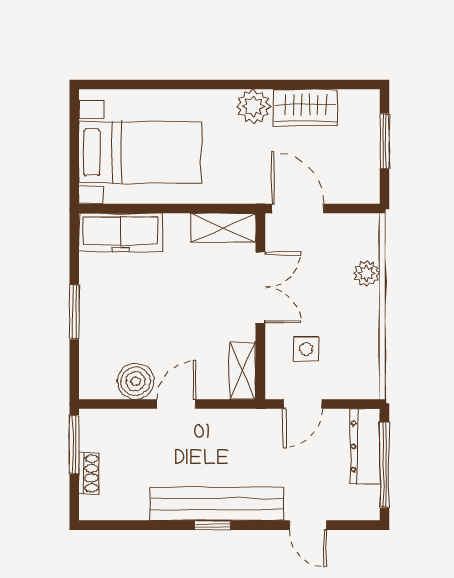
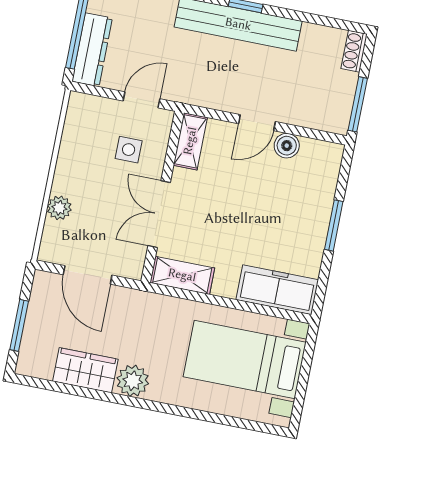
door: (298, 209) -> (88, 275), moved
boiler: (136, 381) -> (287, 146), width x0.73, depth x0.73
shoe rack: (89, 473) -> (354, 51), moved

